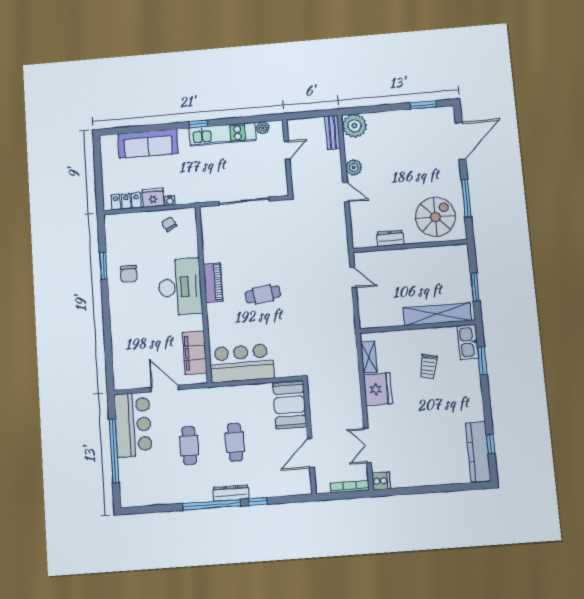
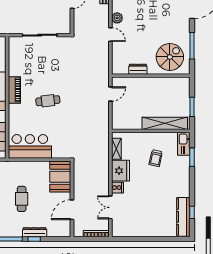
door: (353, 277) -> (110, 94), hinge flipped
cooker: (381, 481) -> (117, 188), moved
dresser: (231, 493) -> (35, 232), moved

